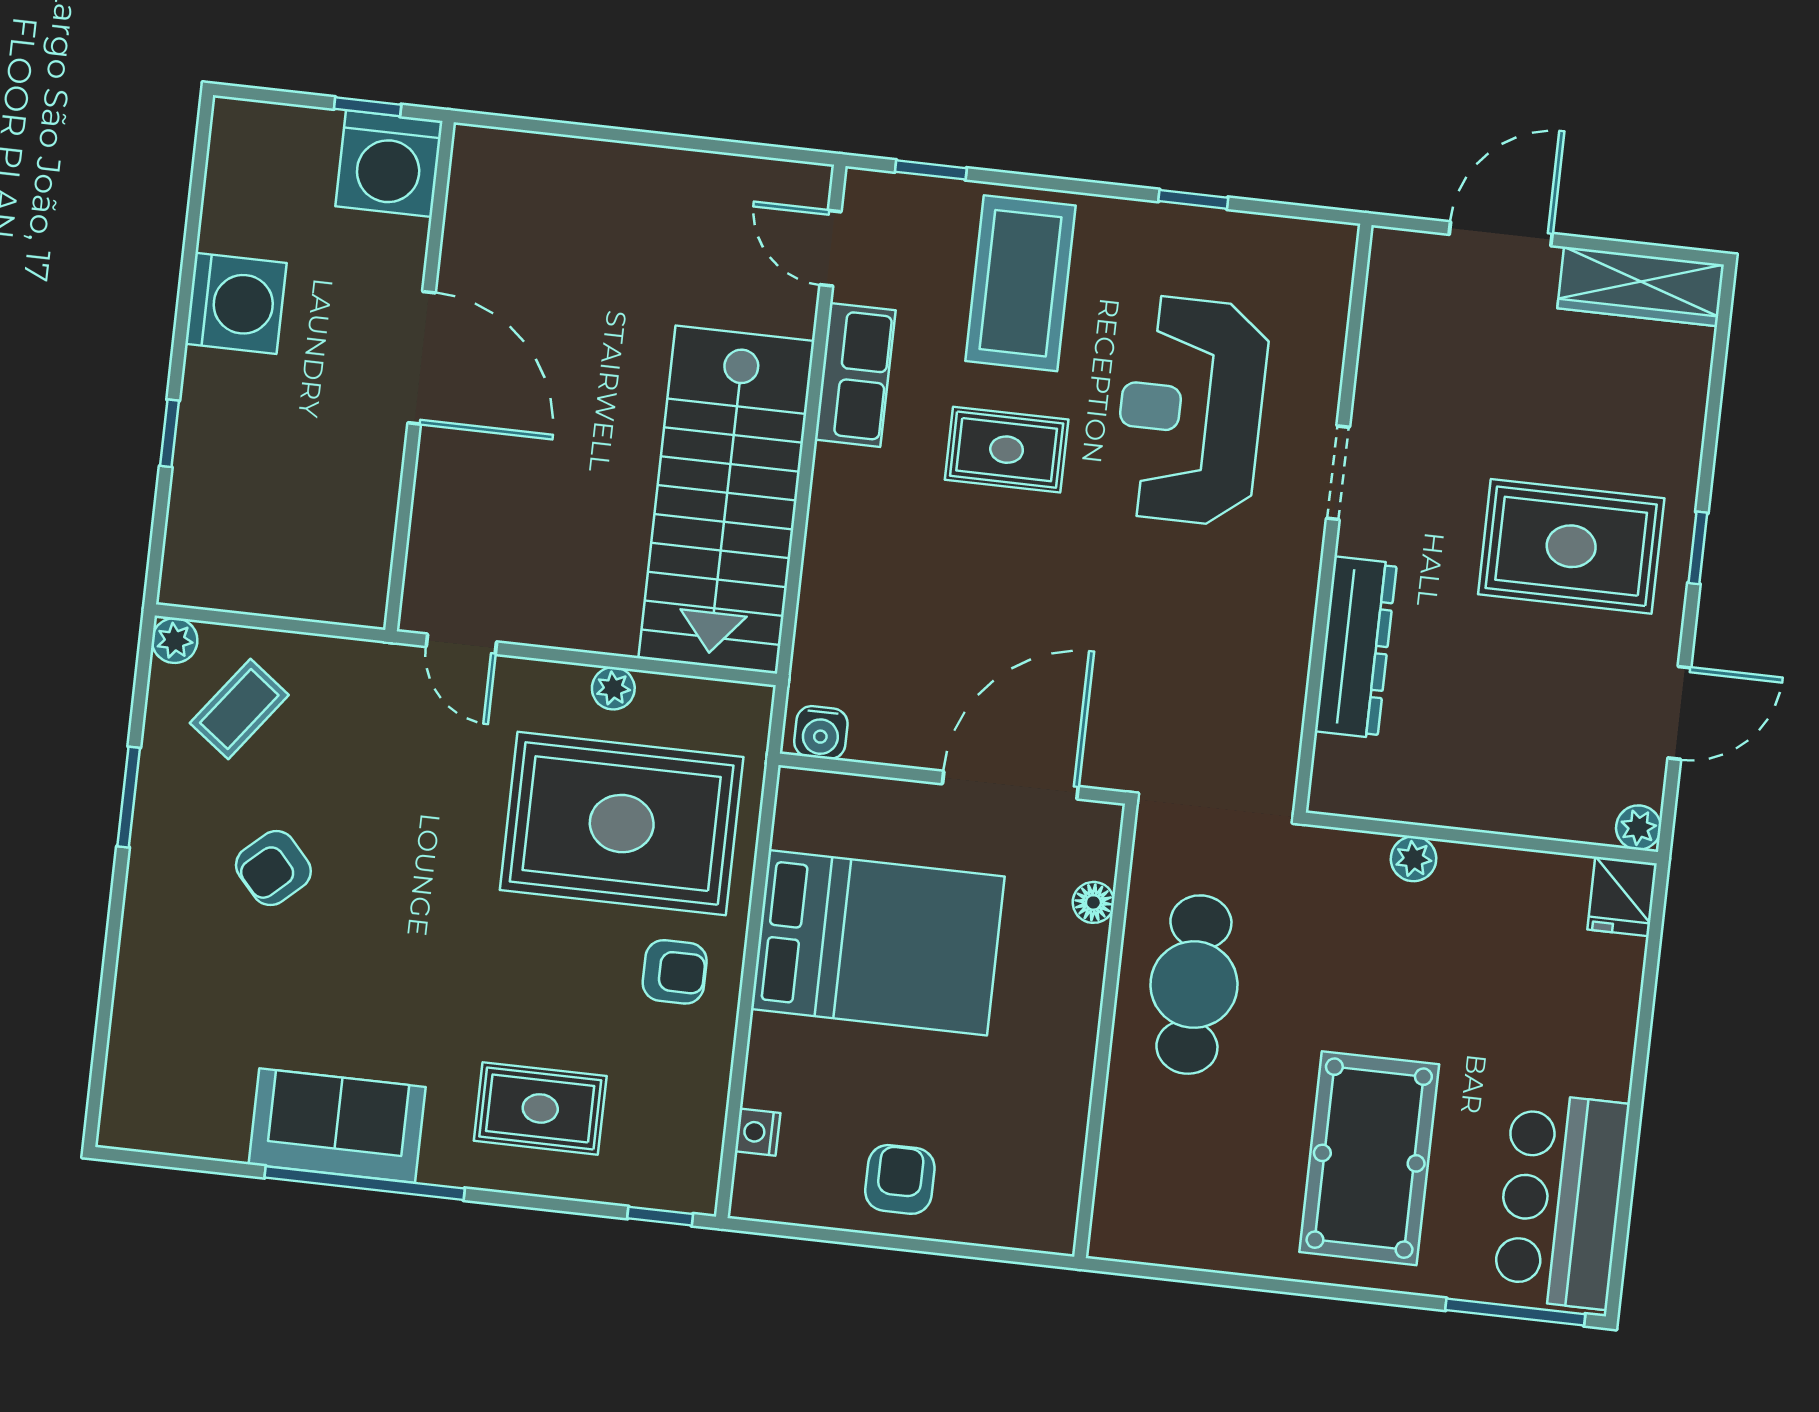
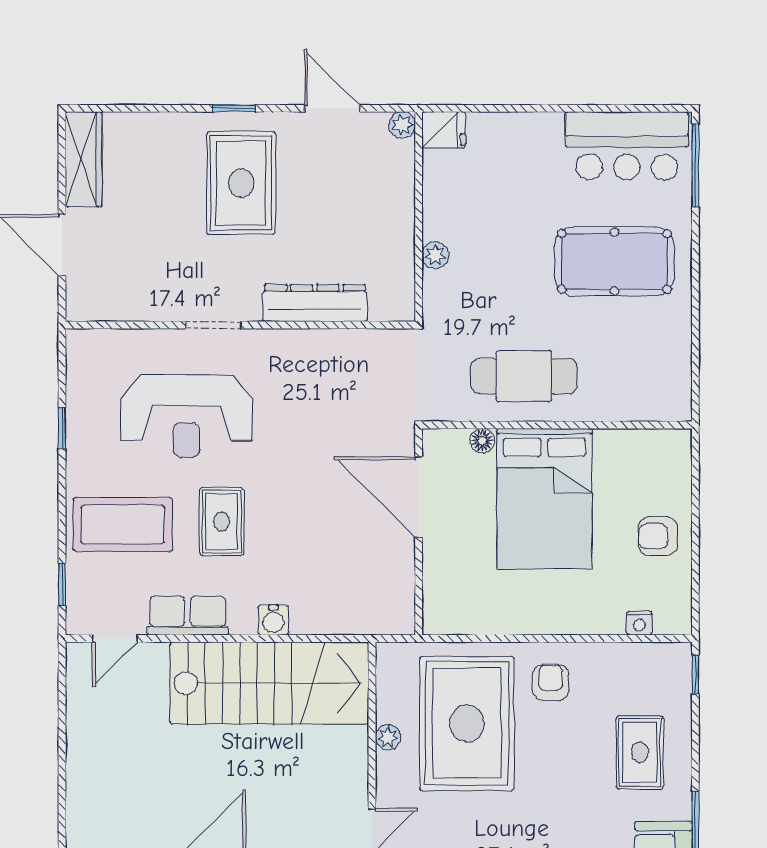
water cooler: (821, 733) -> (273, 620), moved, turned 90
bed: (878, 943) -> (544, 499), moved, turned 180

